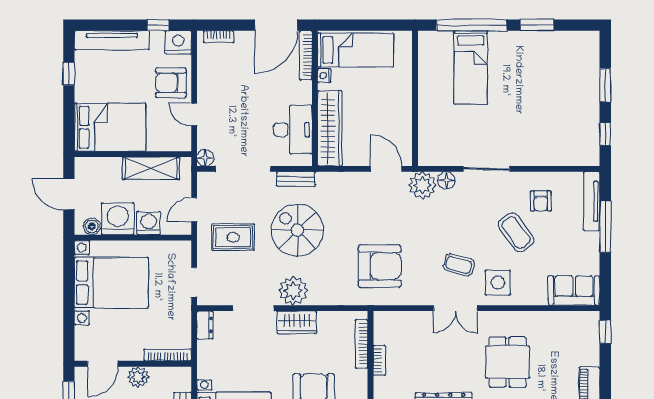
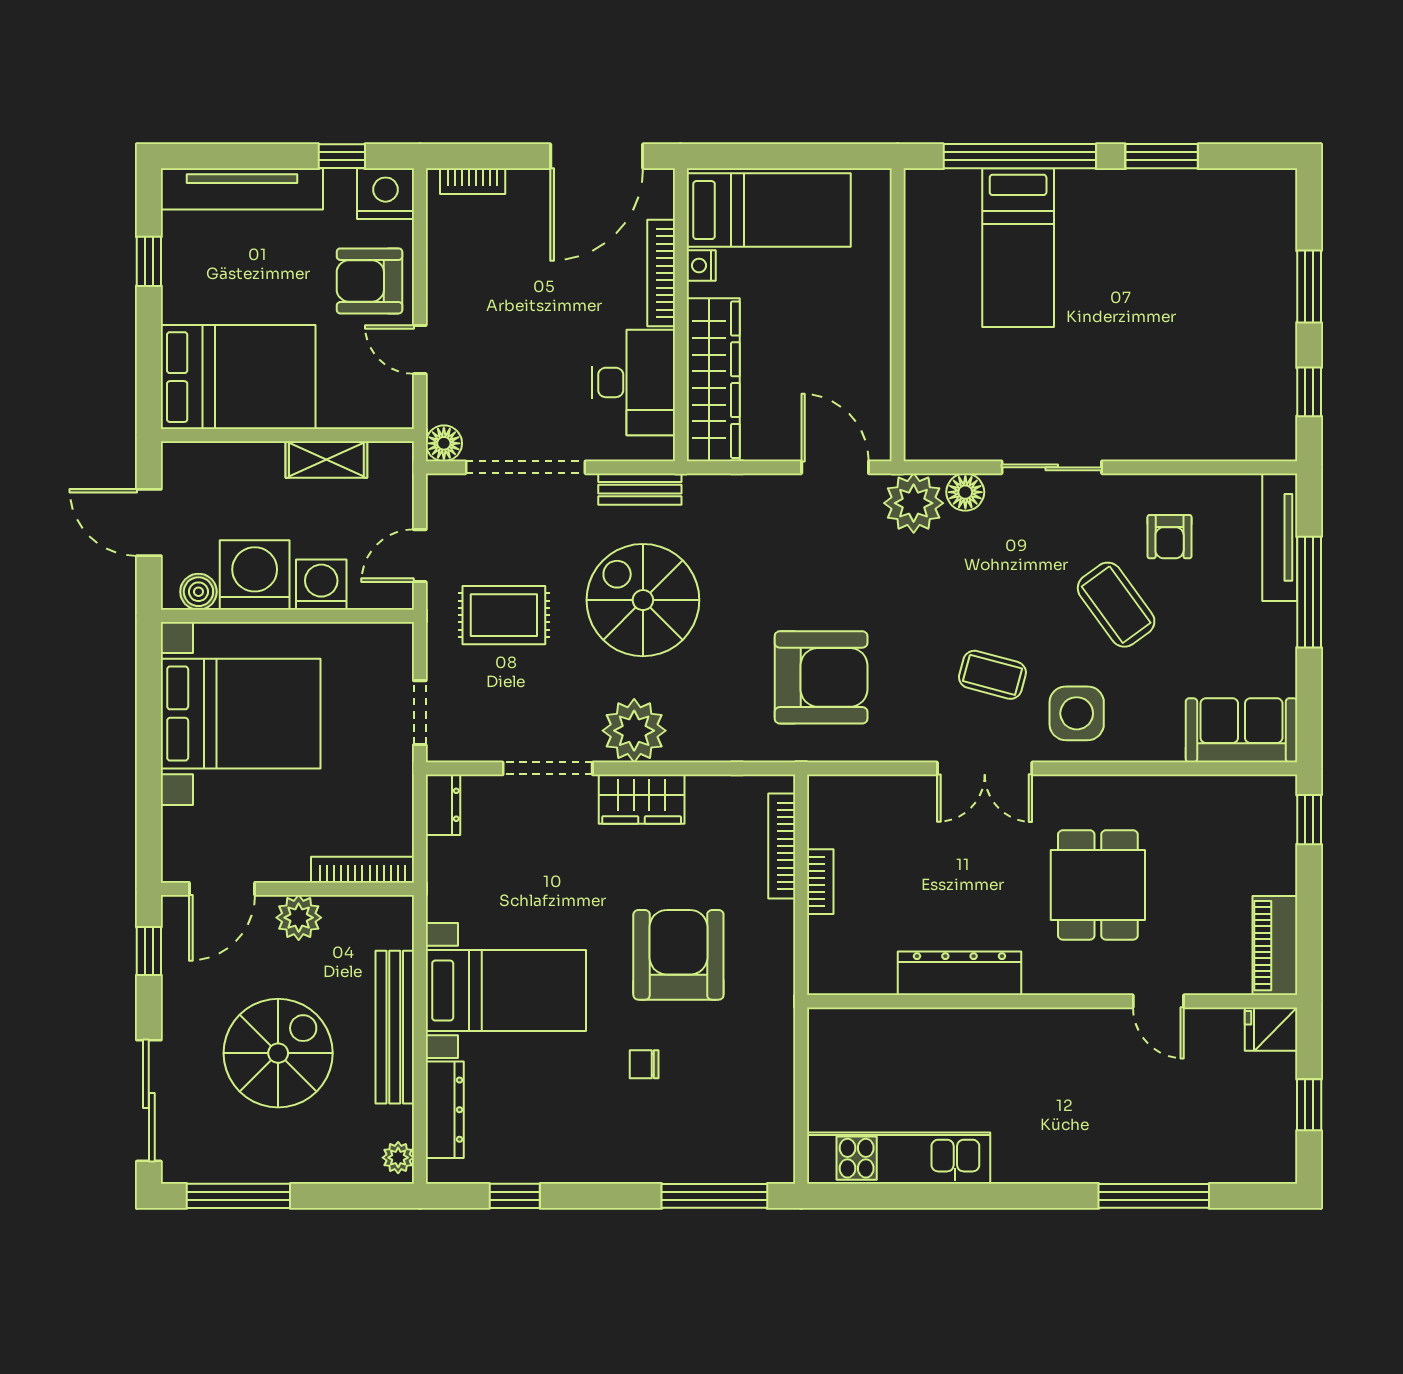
bookcase: (306, 55) -> (661, 273), moved
shelving: (151, 168) -> (326, 460), width x0.67, depth x0.75

